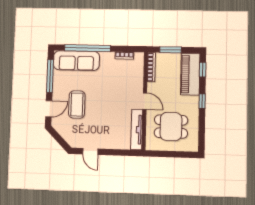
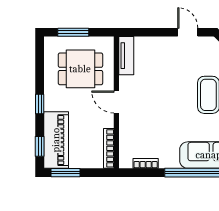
window: (171, 50) -> (65, 173), moved
tv unit: (137, 130) -> (126, 56), width x0.71
window: (176, 154) -> (73, 32), added

